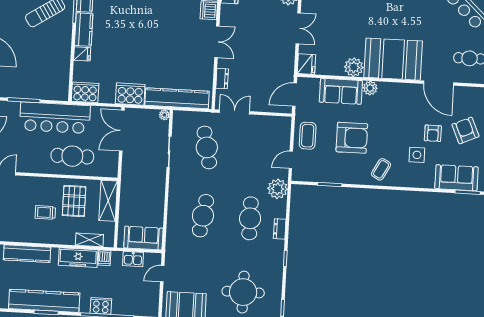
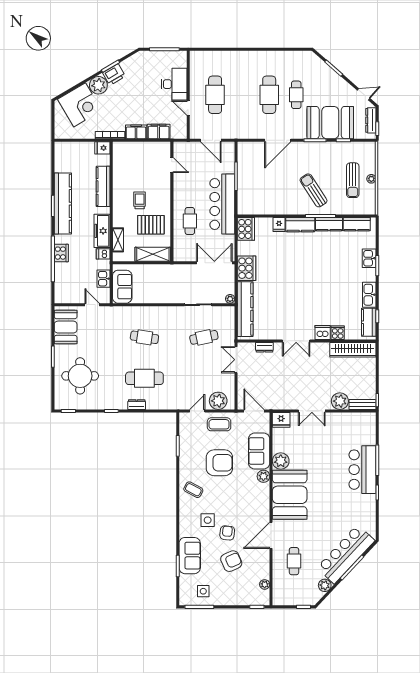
double door: (234, 112) -> (236, 360), swing flipped
armchair: (433, 133) -> (227, 533), turned 96
armchair: (352, 138) -> (219, 463), turned -90
cafe table: (207, 147) -> (204, 337), width x0.73, depth x0.74
cafe table: (72, 156) -> (190, 221), width x0.73, depth x0.74
door: (291, 160) -> (197, 411), hinge flipped
plant: (278, 189) -> (218, 401), moved
cafe table: (203, 216) -> (144, 337), width x0.73, depth x0.74

